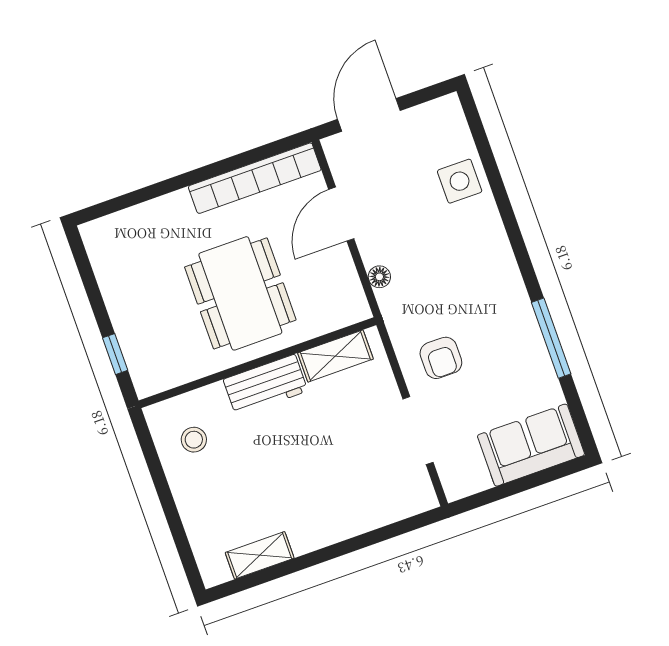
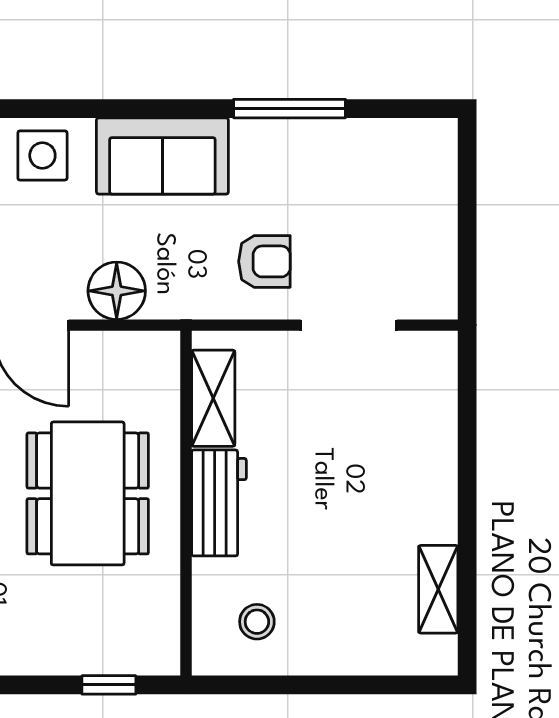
floor lamp: (379, 277) -> (117, 291), width x1.89, depth x1.89
dining table: (240, 293) -> (88, 493), turned 90
sofa: (531, 445) -> (162, 156), moved, turned -90

